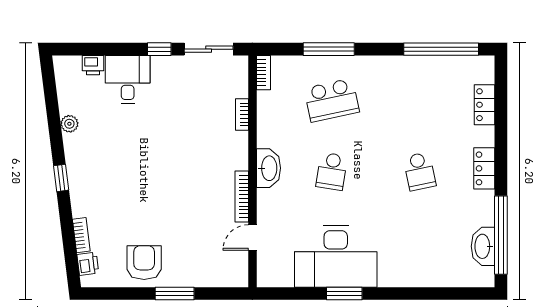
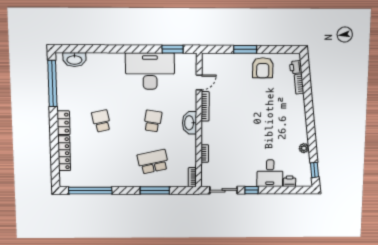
locker: (485, 105) -> (64, 153), width x1.53
window: (61, 178) -> (315, 170), moved
washbasin: (483, 246) -> (74, 60), moved, turned 90
window: (344, 294) -> (173, 49), moved

